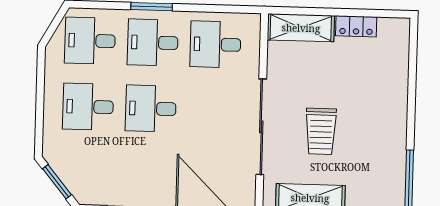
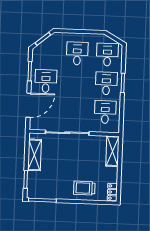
locker: (356, 26) -> (112, 192), moved
desk: (151, 109) -> (46, 81), moved
trolley: (321, 131) -> (84, 188), moved

